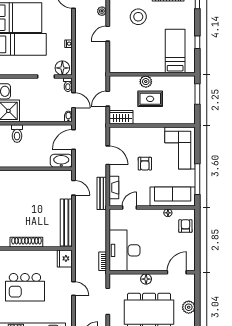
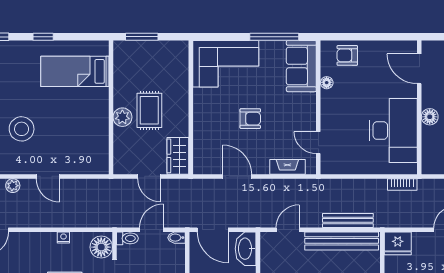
window: (197, 42) -> (43, 37), moved
door: (108, 155) -> (237, 176), hinge flipped
bench: (102, 193) -> (348, 220), moved
sofa: (173, 196) -> (301, 66), width x0.73
desk: (124, 250) -> (393, 131), moved, turned -90

